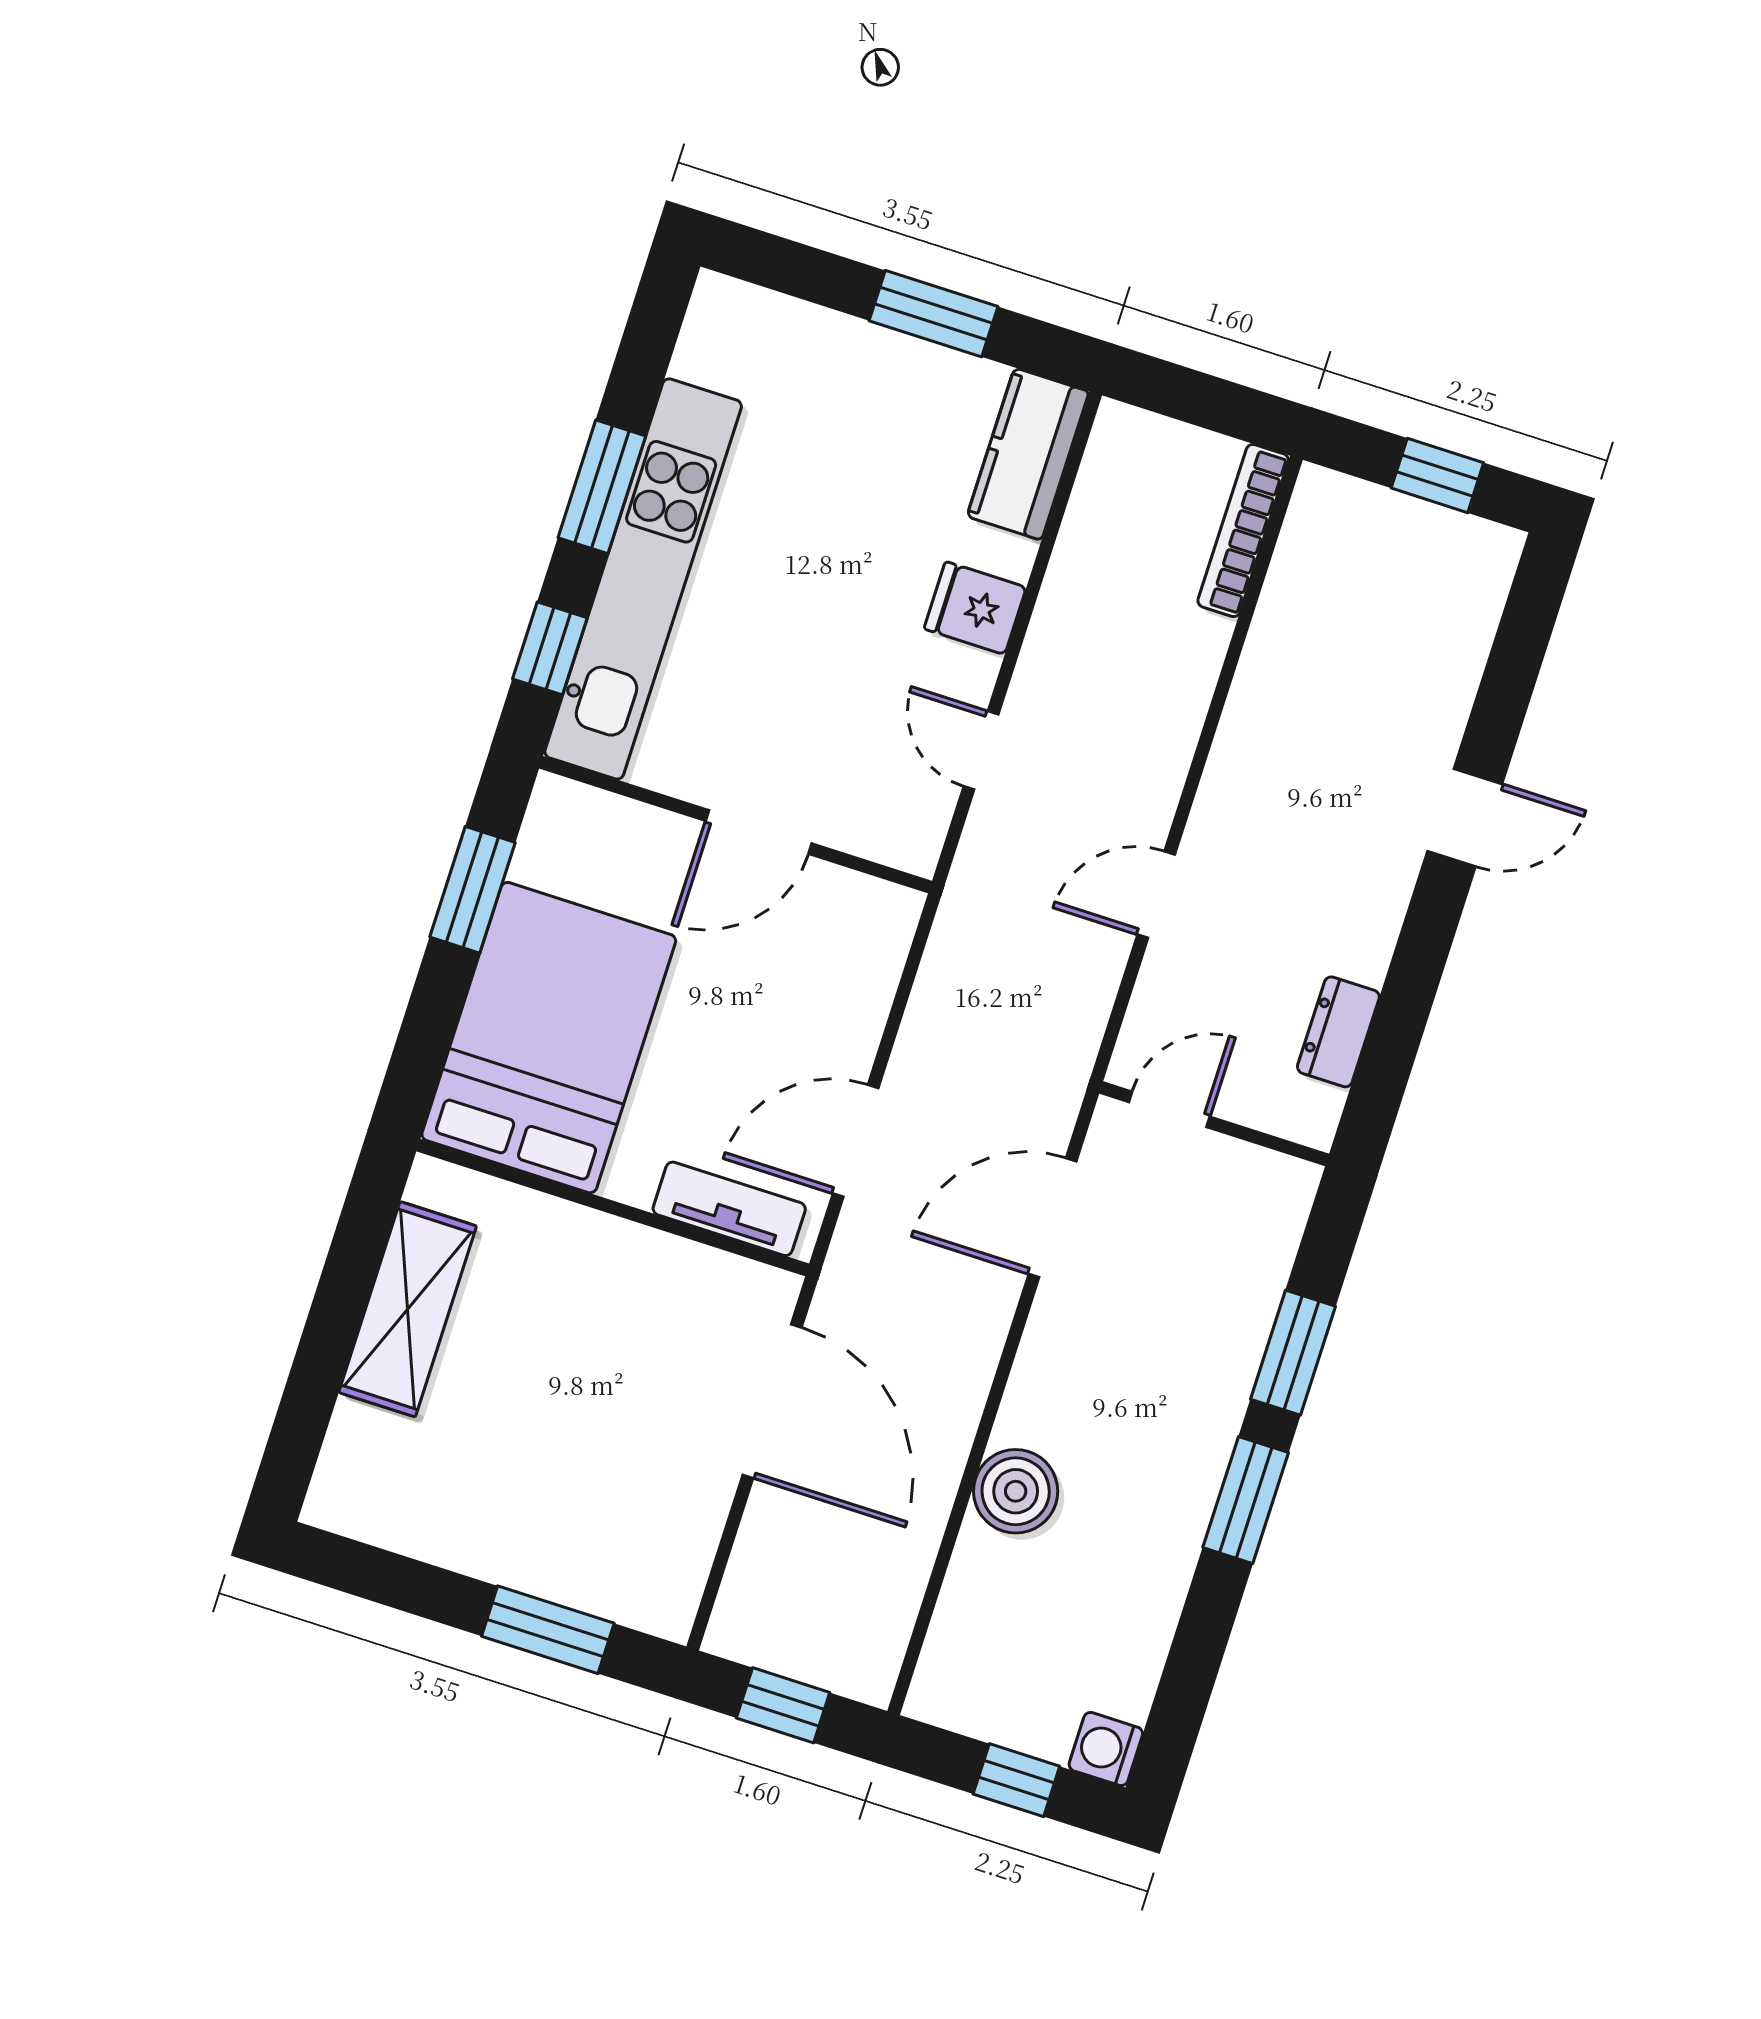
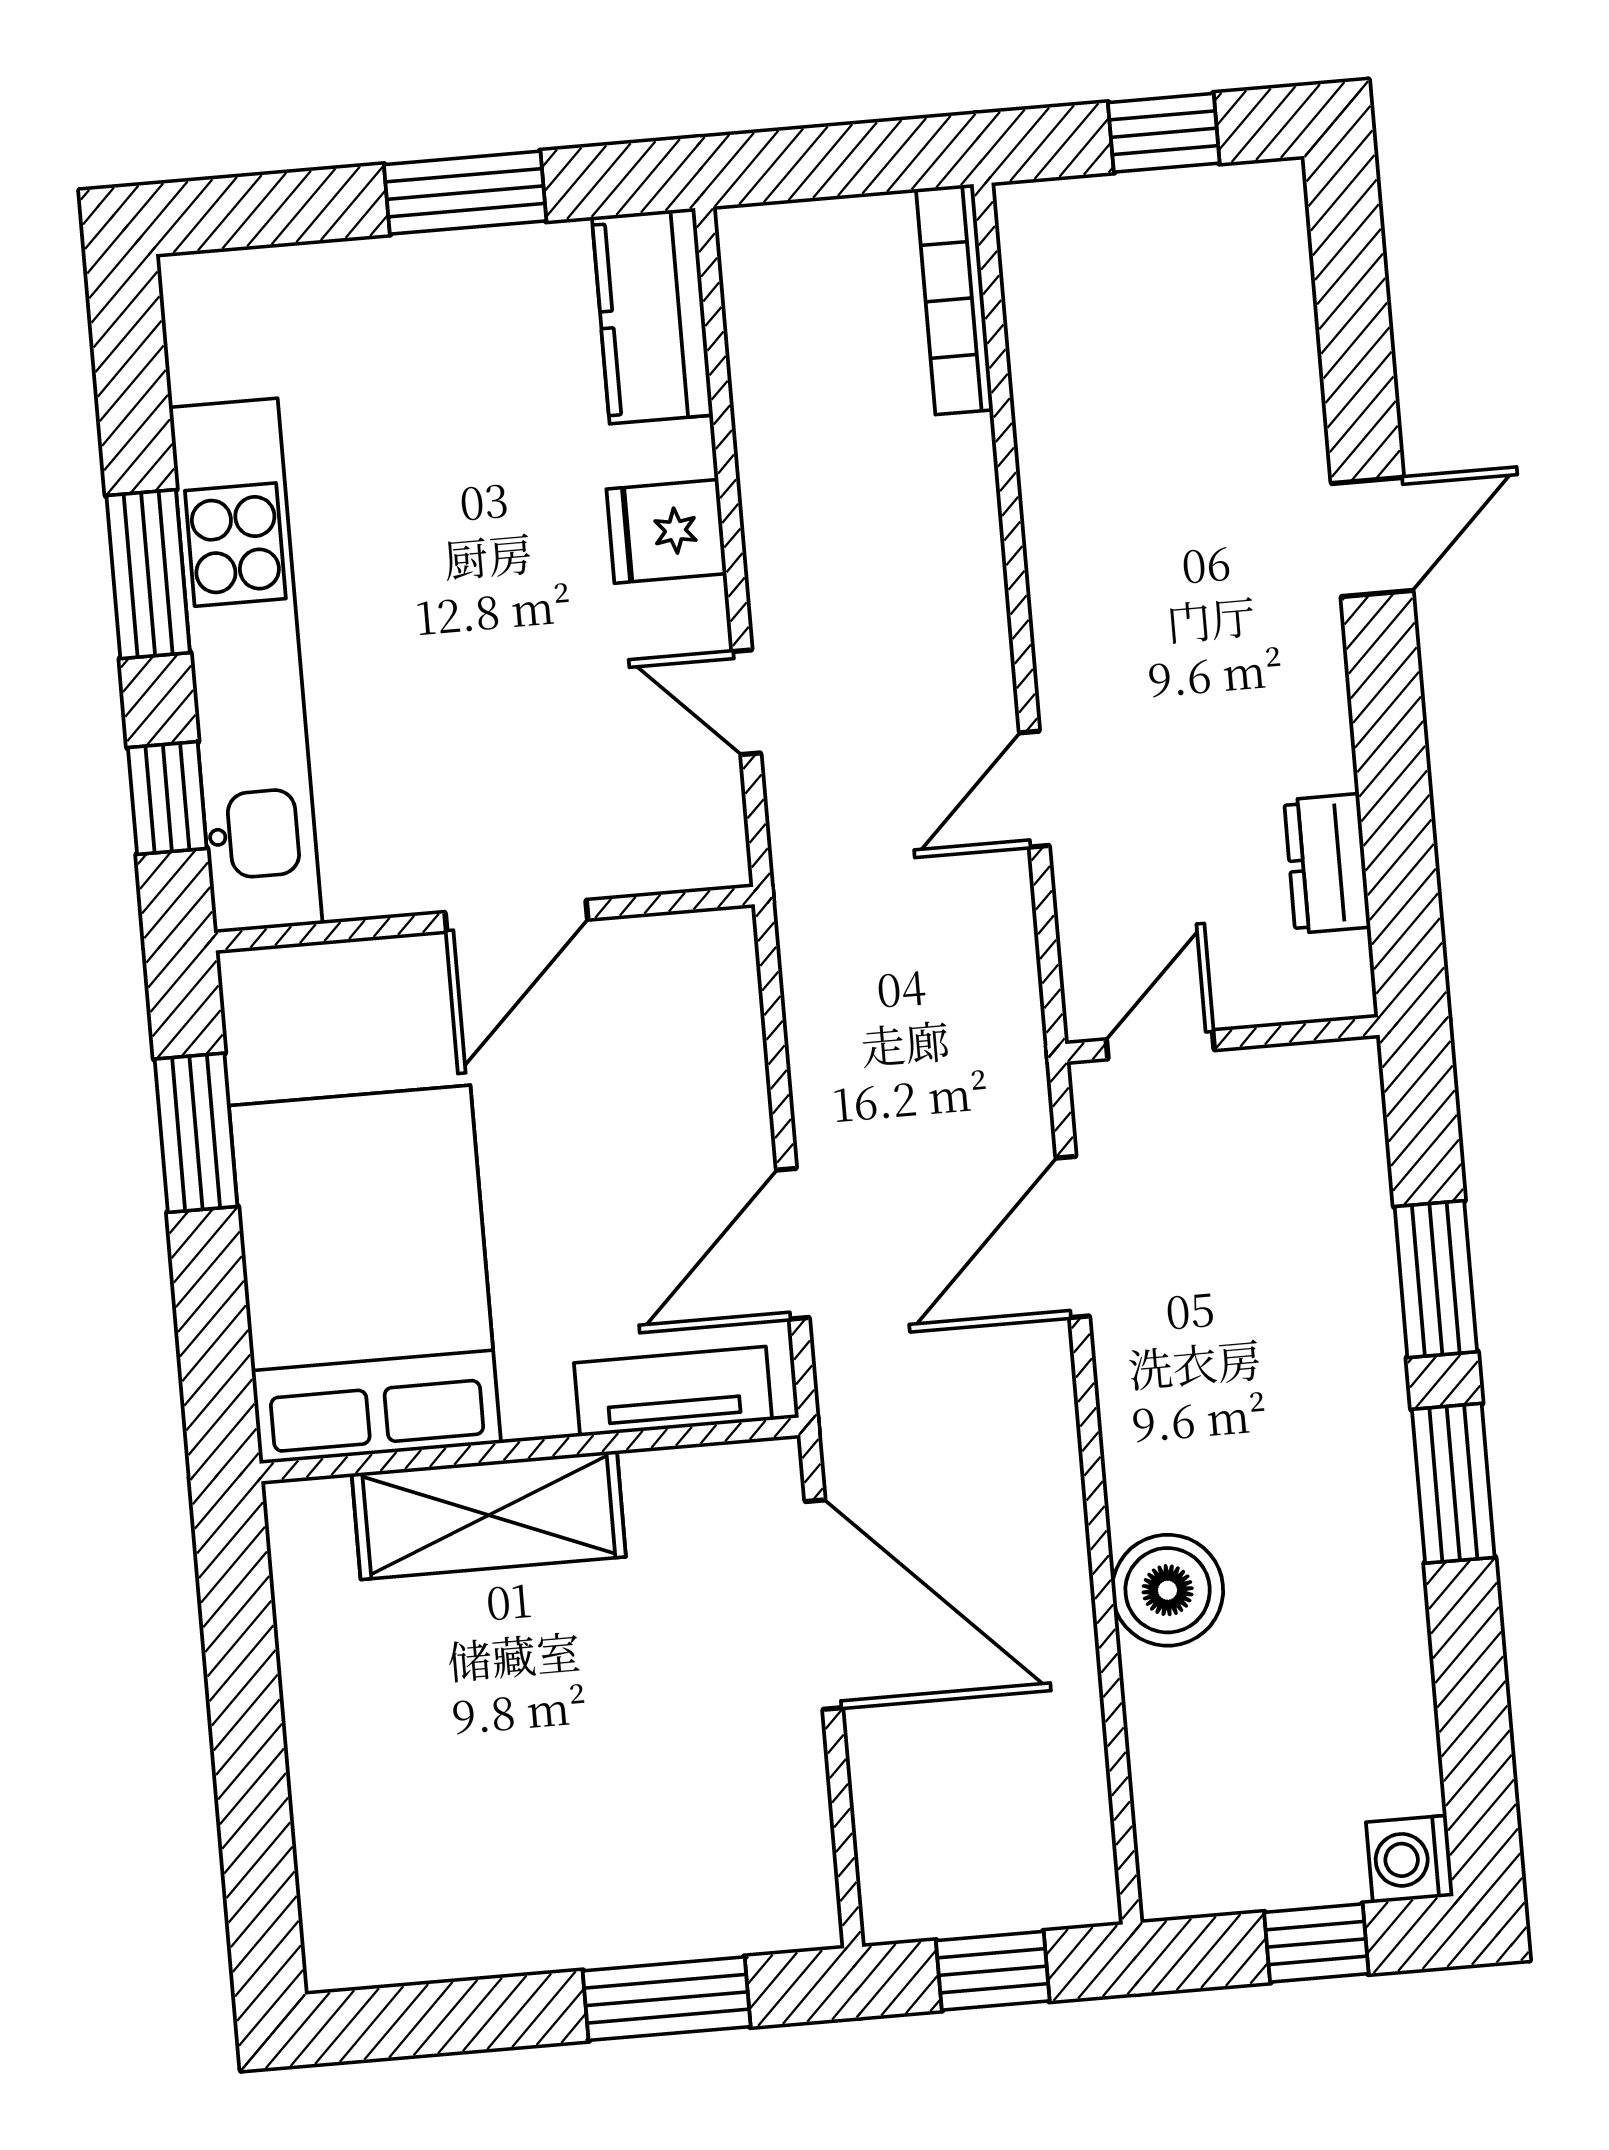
shelving: (408, 1309) -> (489, 1515), moved, turned 90

